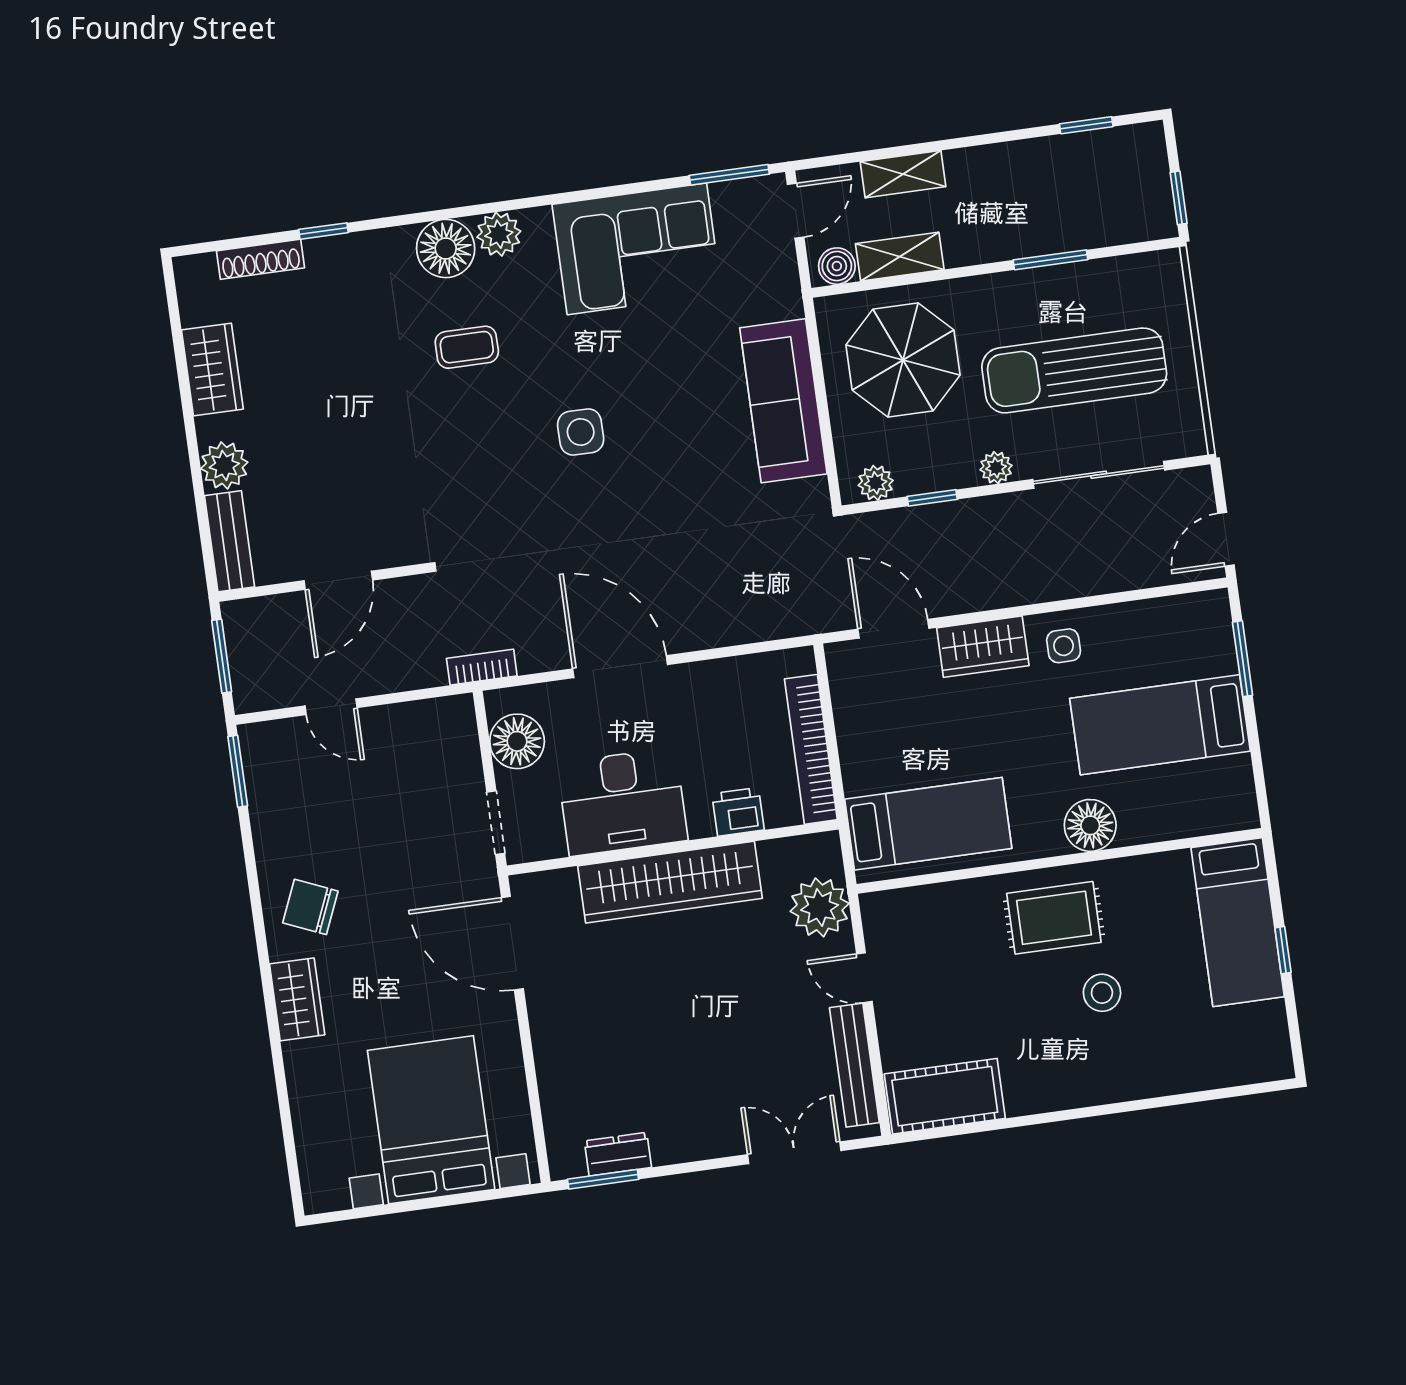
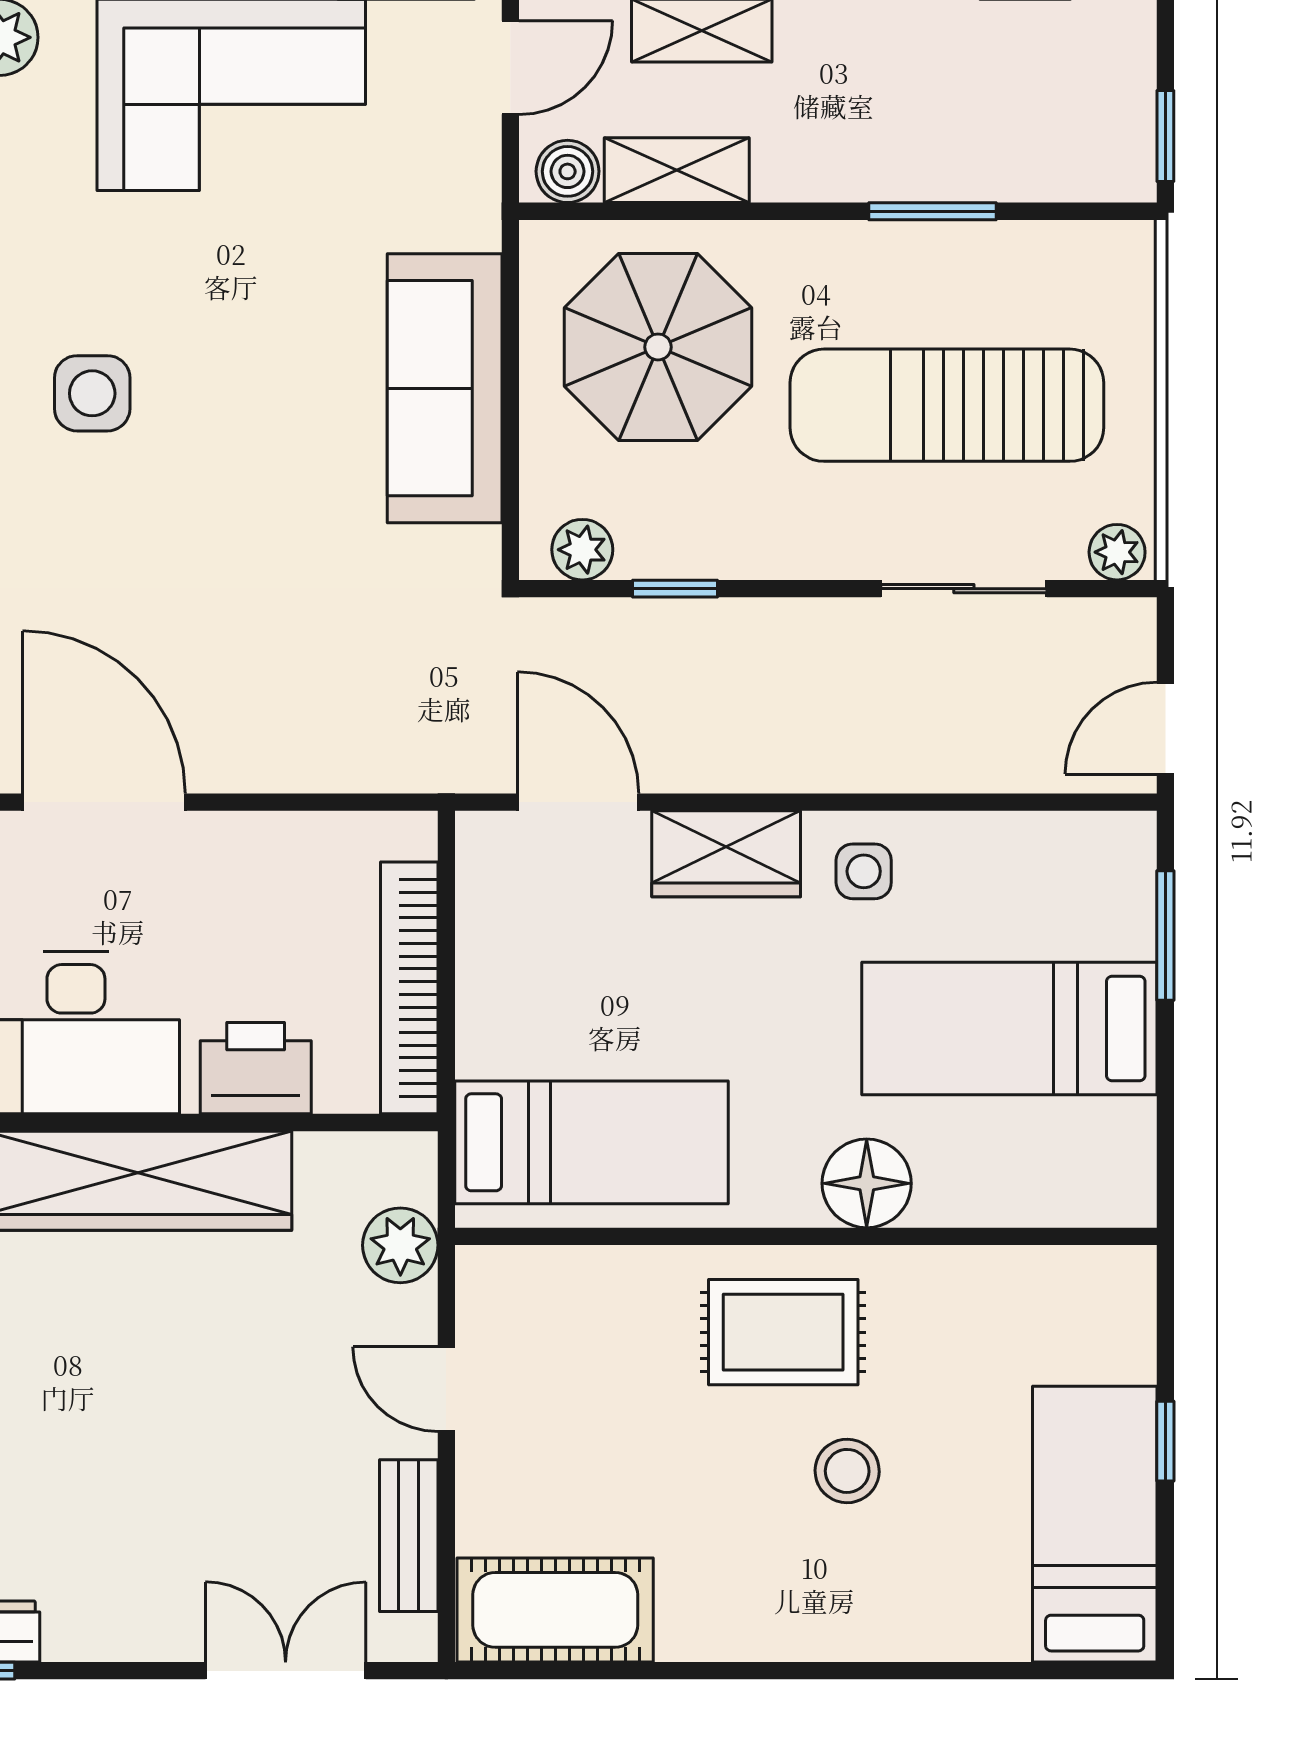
plant: (996, 468) -> (1117, 552), moved
sliding door: (1099, 475) -> (964, 589), width x0.73
printer: (738, 812) -> (256, 1068), width x1.36, depth x1.24
plant: (820, 907) -> (400, 1245), width x0.73, depth x0.73
bed: (1238, 922) -> (1095, 1524), moved, turned 180
bench: (854, 1065) -> (409, 1536), width x0.73

